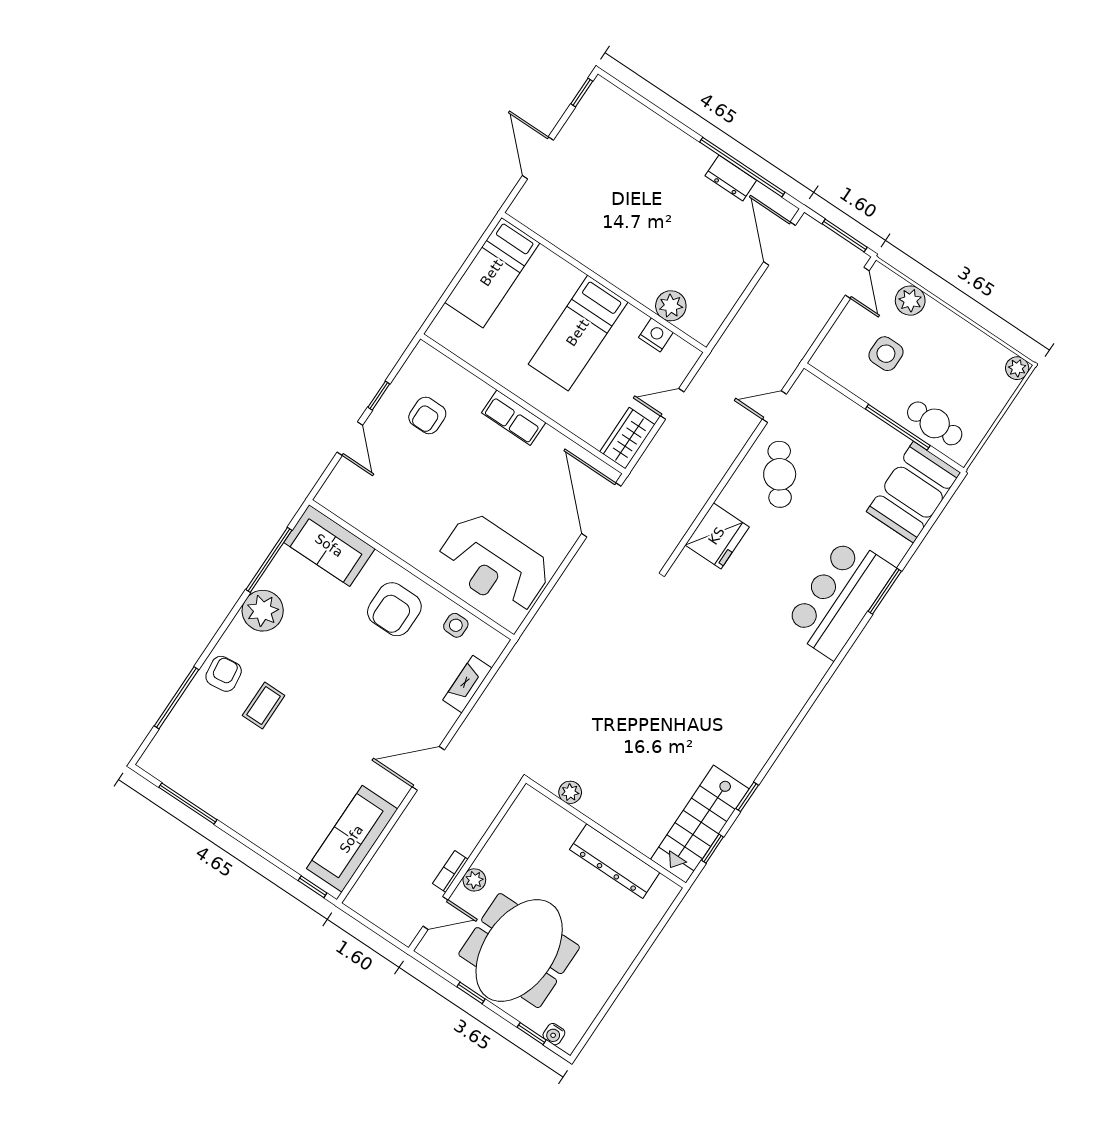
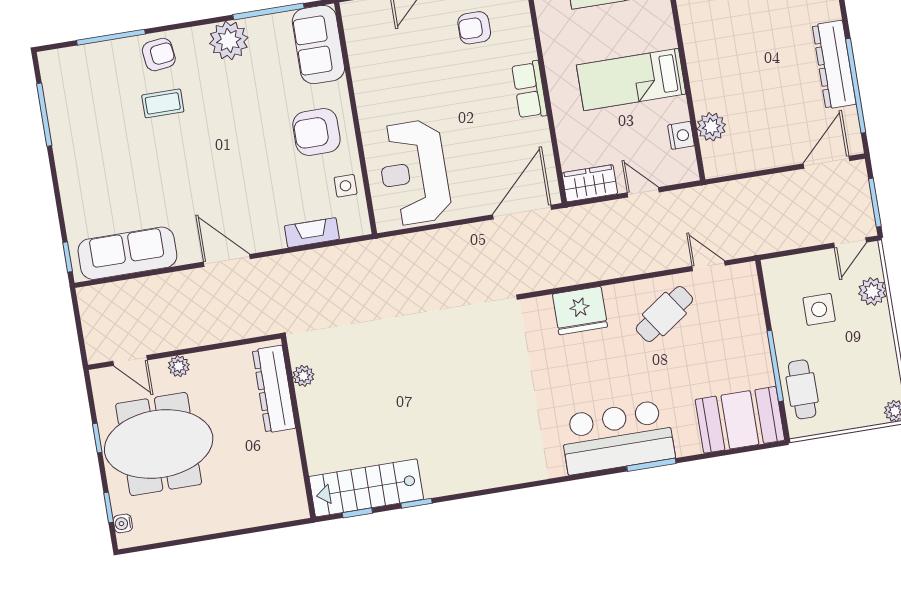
dresser: (731, 178) -> (834, 65), width x1.96, depth x1.24
dresser: (615, 861) -> (274, 389), moved
bookcase: (450, 871) -> (169, 344), removed

